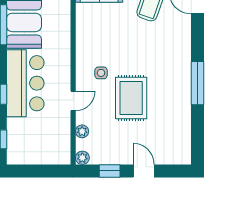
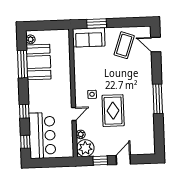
bar counter: (25, 83) -> (42, 135), moved
plant: (82, 158) -> (85, 148), width x1.88, depth x1.88
door: (144, 171) -> (123, 160), hinge flipped

